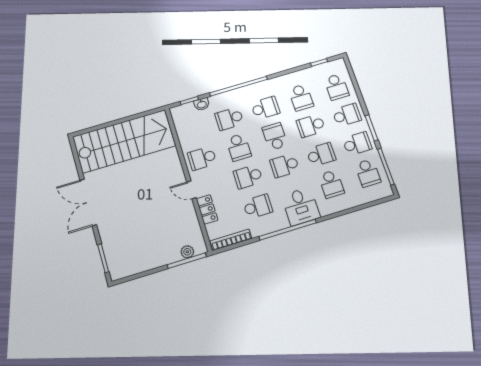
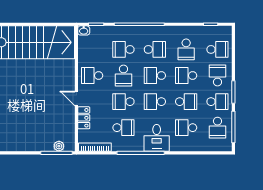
school desk: (337, 87) -> (217, 49), turned -90
washbasin: (202, 104) -> (84, 30), moved
school desk: (347, 115) -> (217, 76), turned -90
school desk: (275, 137) -> (155, 76), turned -90
school desk: (331, 184) -> (186, 128), turned 90

